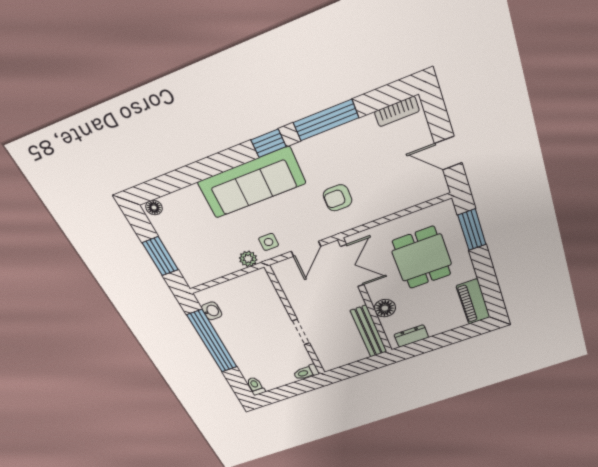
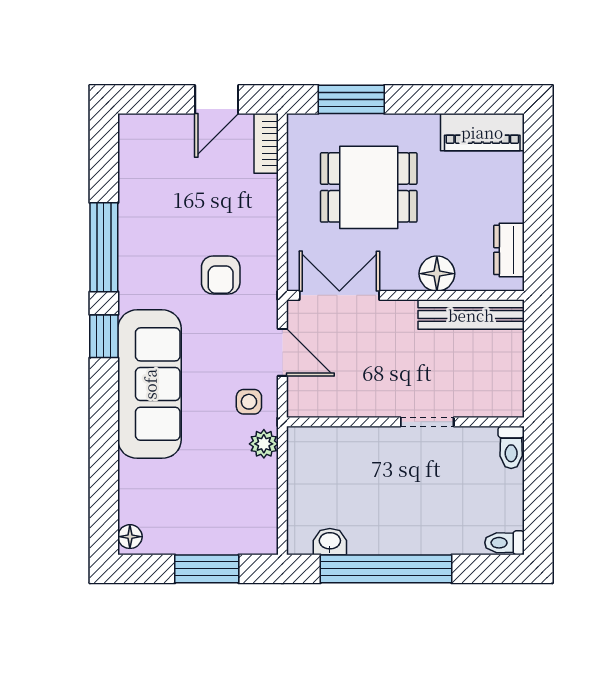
bookcase: (397, 111) -> (266, 143), moved, turned 180

